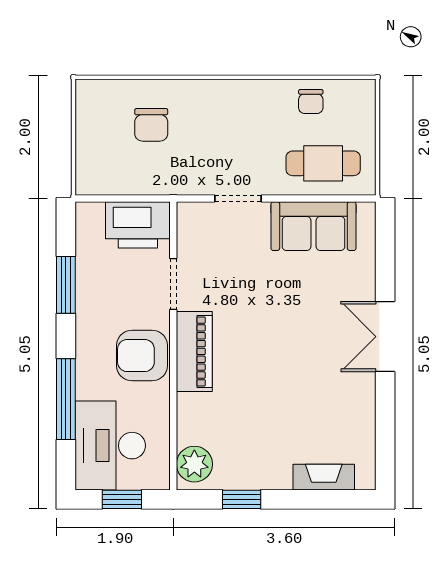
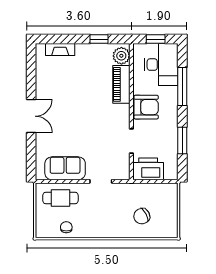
chair: (151, 125) -> (142, 216), turned -119
piano: (194, 351) -> (121, 84), moved

